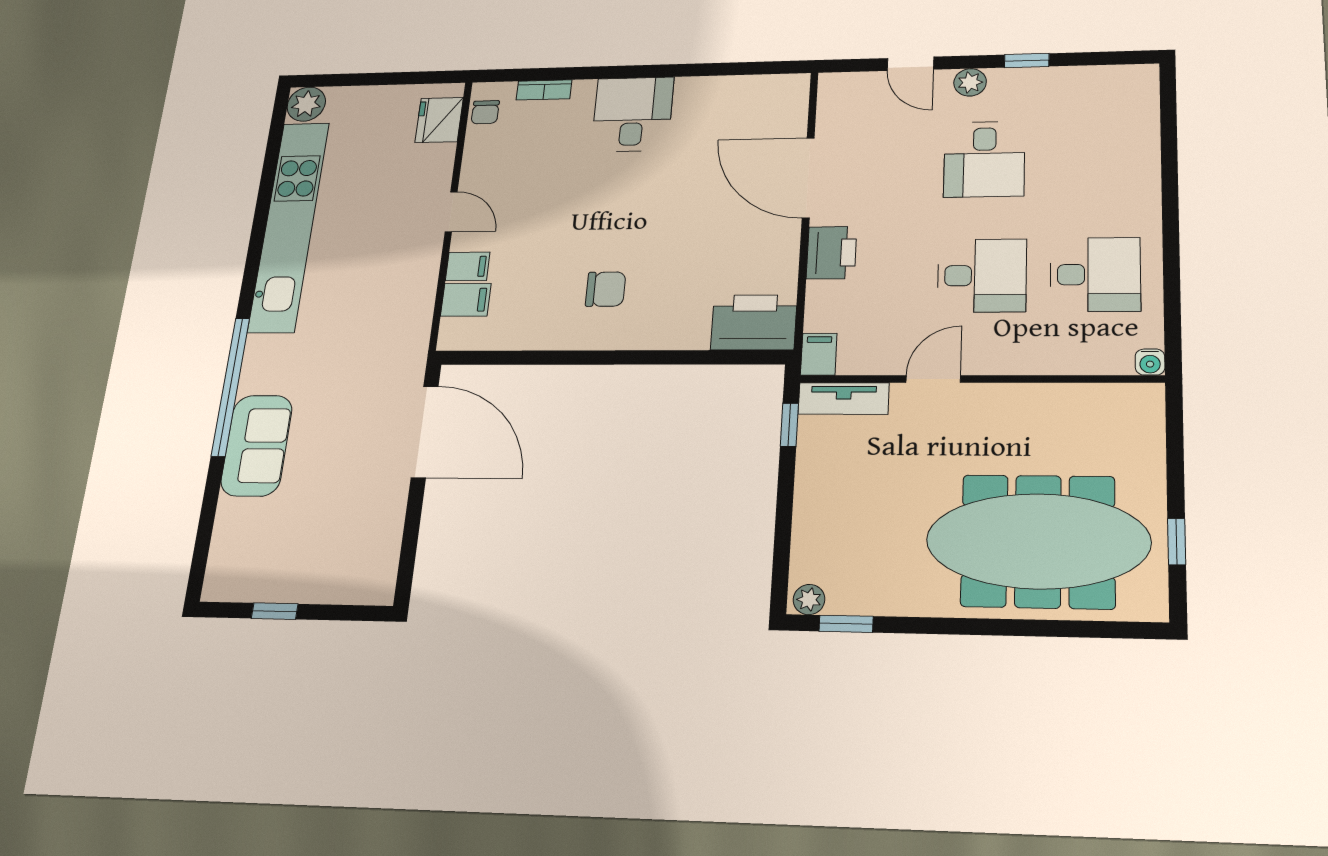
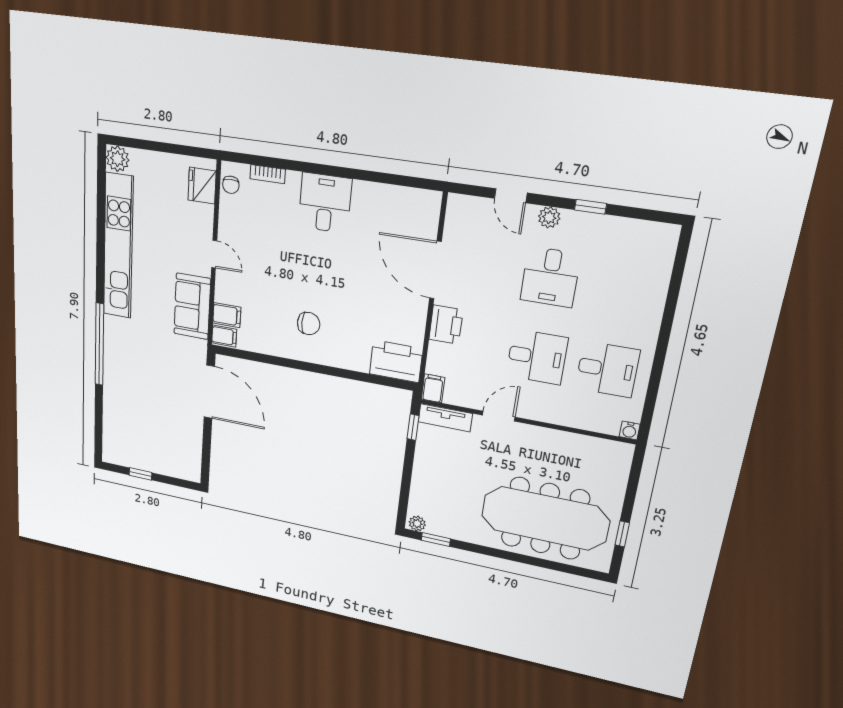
filing cabinet: (468, 266) -> (224, 336), moved
sofa: (257, 446) -> (192, 306), moved, turned 180

